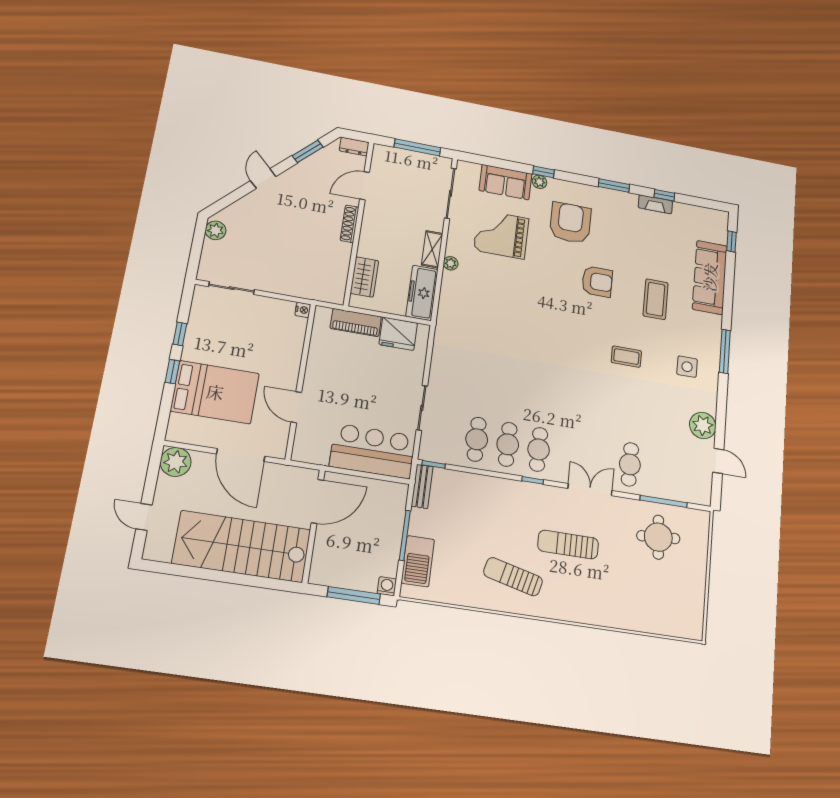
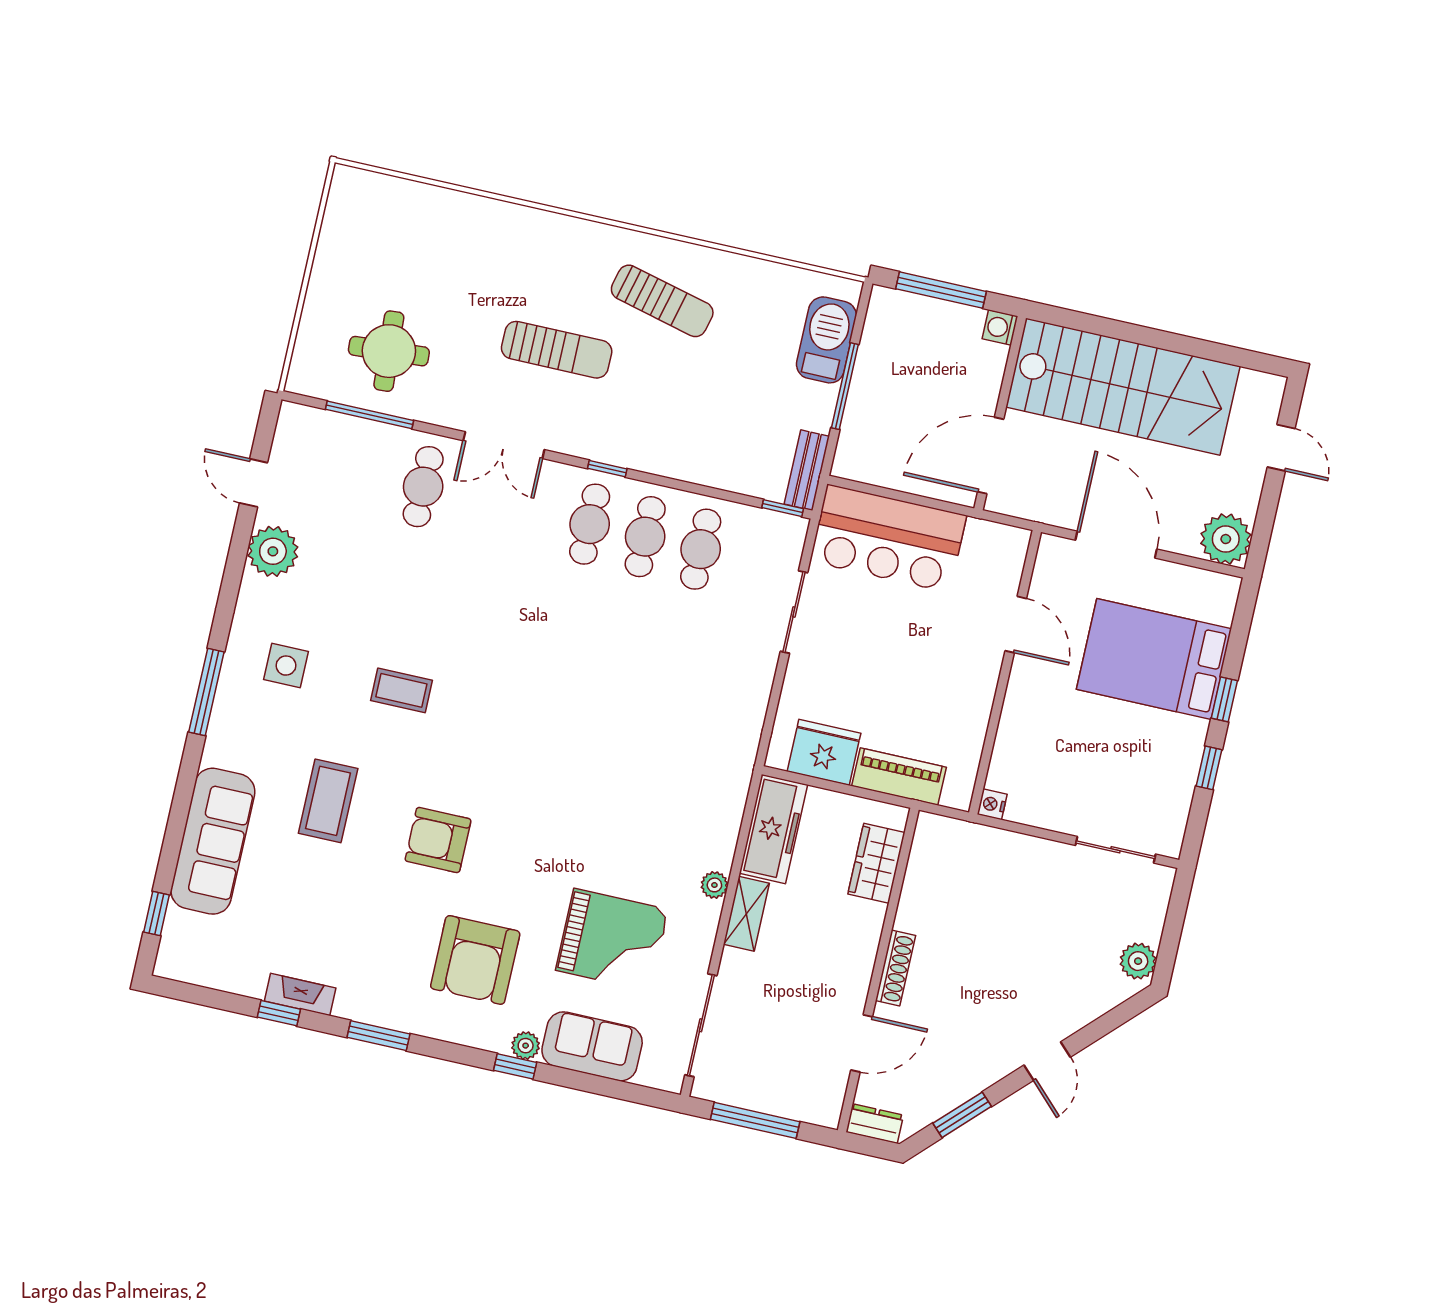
washing machine: (387, 586) -> (1000, 327), moved, turned 90

